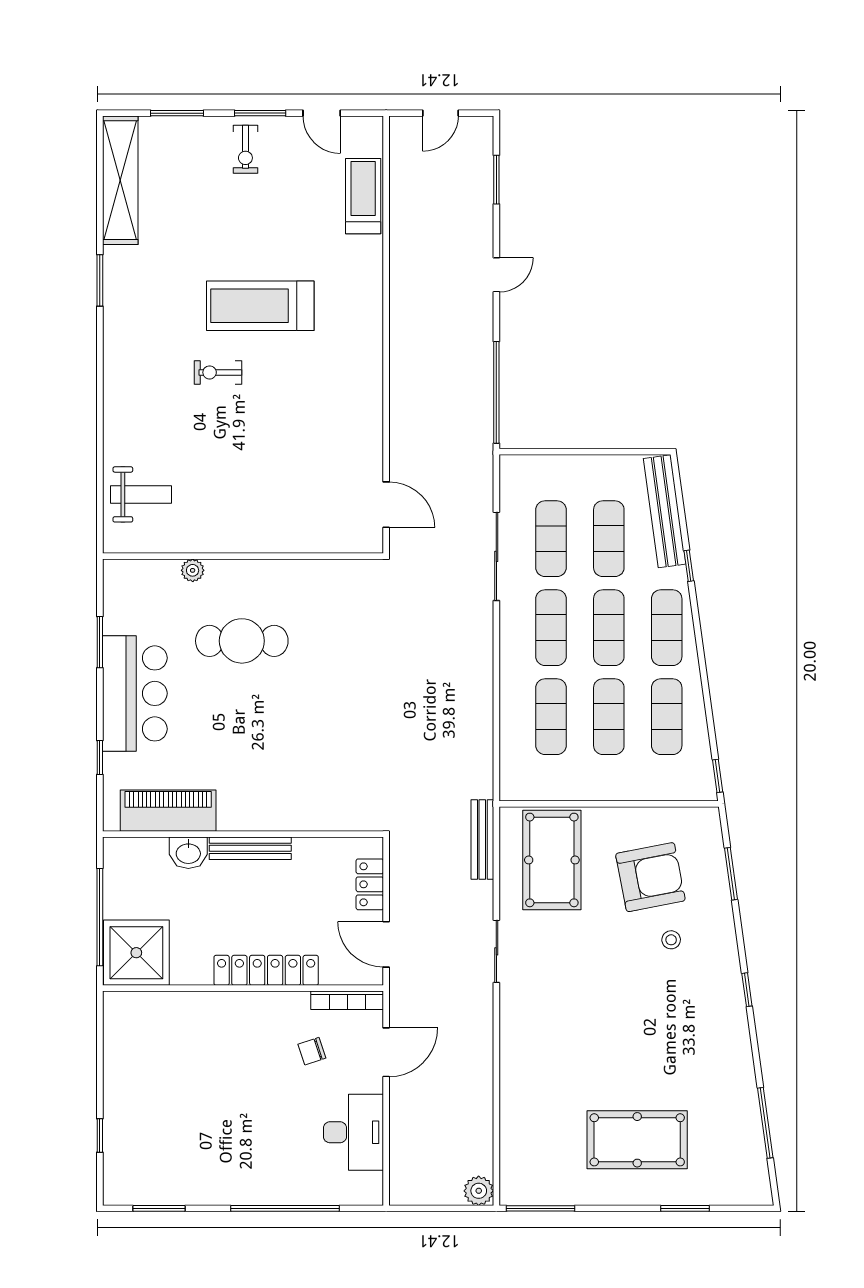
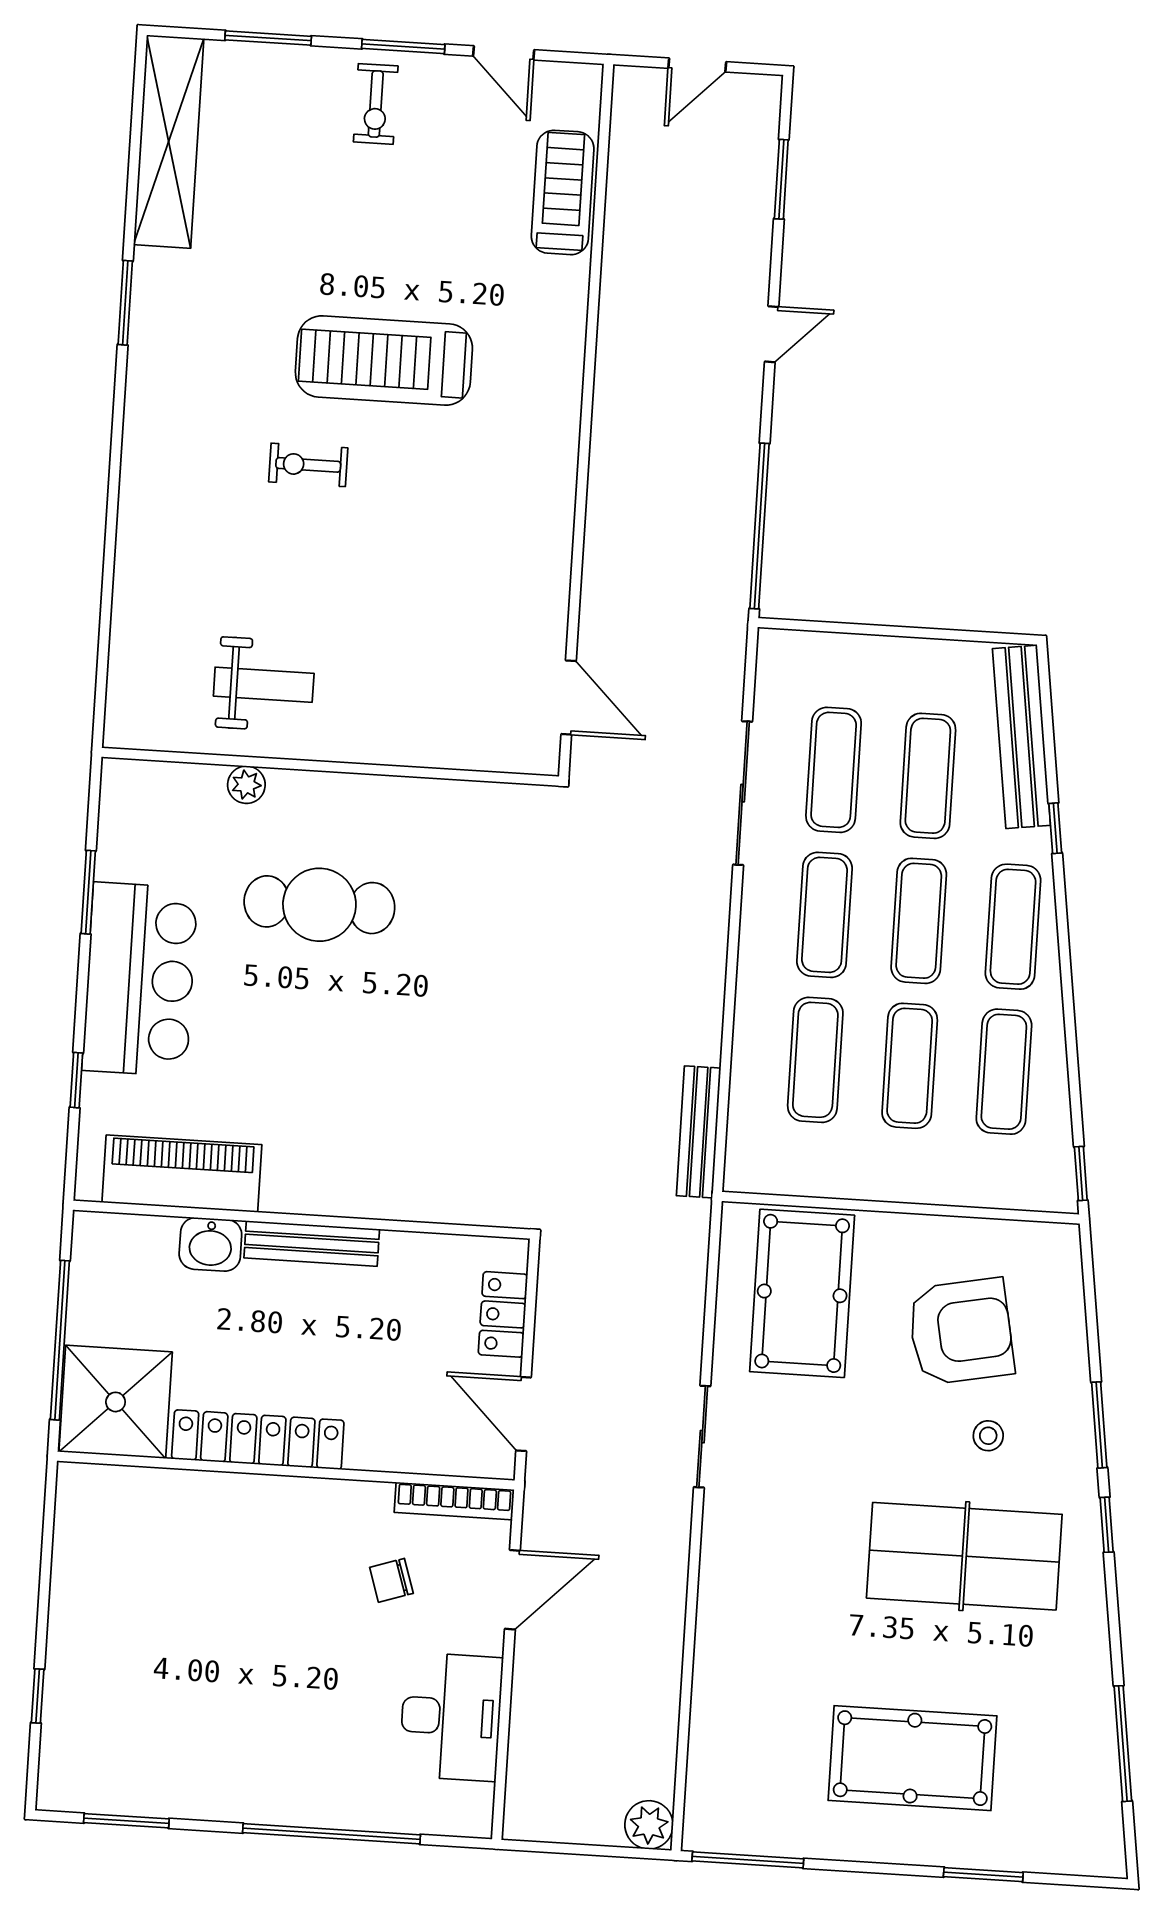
weight bench: (141, 494) -> (264, 685), moved
bench: (482, 840) -> (699, 1132), moved
window: (731, 874) -> (1099, 1425), moved
locker: (266, 970) -> (258, 1440), moved
table tennis table: (661, 1014) -> (964, 1556), added

